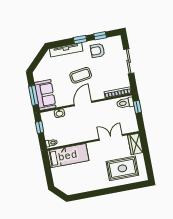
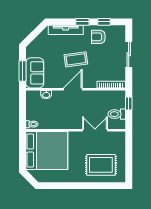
toilet: (125, 103) -> (117, 114), moved
window: (40, 127) -> (23, 105), removed
wardrobe: (135, 144) -> (119, 142), removed
bed: (68, 156) -> (47, 151), width x2.04

